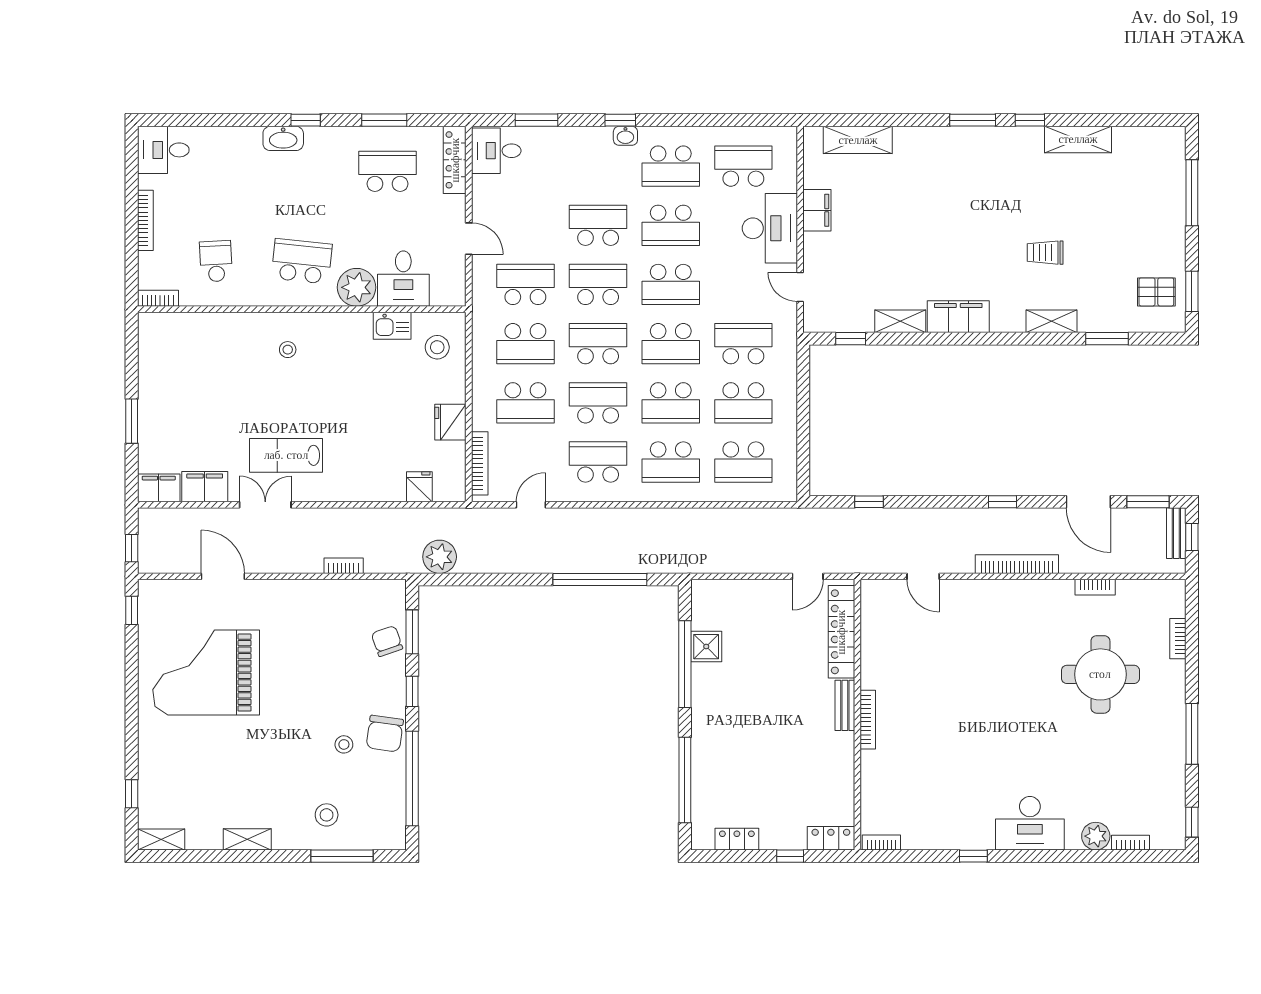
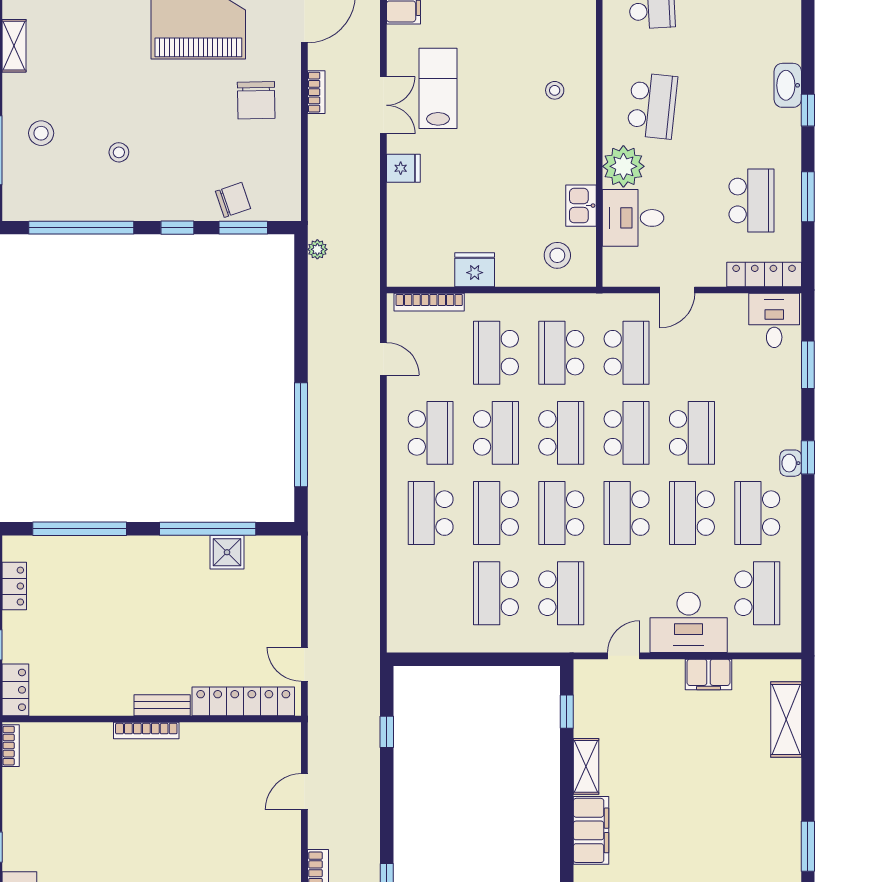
school desk: (743, 462) -> (431, 593), removed
fridge: (419, 487) -> (403, 168), moved
double door: (265, 505) -> (383, 105), moved
plant: (440, 557) -> (317, 249), width x0.53, depth x0.53
bookcase: (344, 566) -> (316, 92), moved
chair: (385, 734) -> (256, 100), moved, turned -99

